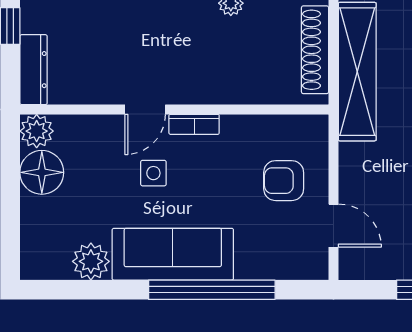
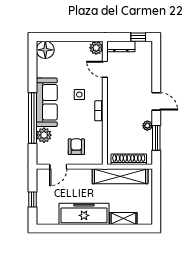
door: (145, 109) -> (105, 69), moved
floor lamp: (42, 172) -> (45, 50), moved
plant: (91, 261) -> (44, 135), moved

